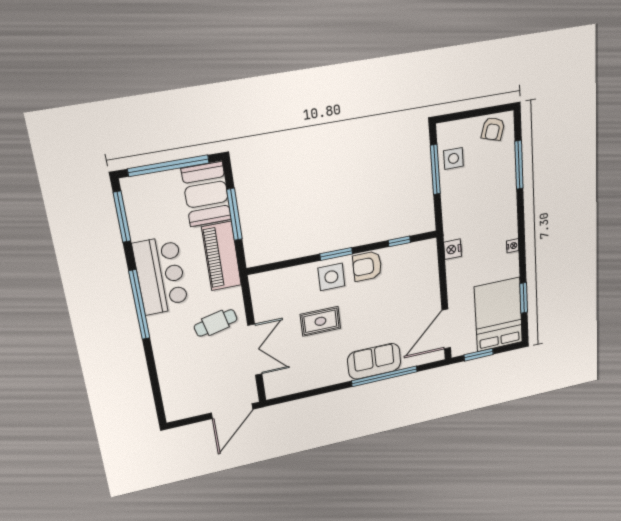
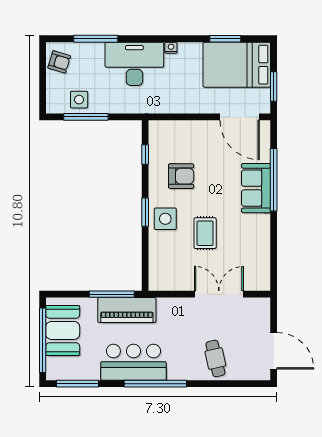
booth: (206, 194) -> (63, 330), moved, turned 90
desk: (495, 211) -> (134, 64), added
window: (234, 214) -> (112, 294), moved
nightstand: (453, 249) -> (162, 106), removed
armchair: (367, 266) -> (181, 176), moved, turned -90
cafe table: (216, 323) -> (215, 358), moved
door: (232, 411) -> (274, 351), moved

